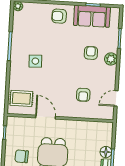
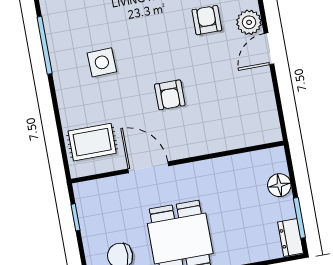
armchair: (83, 95) -> (170, 95), moved
door: (116, 98) -> (269, 49), moved
floor lamp: (106, 152) -> (279, 185), moved

